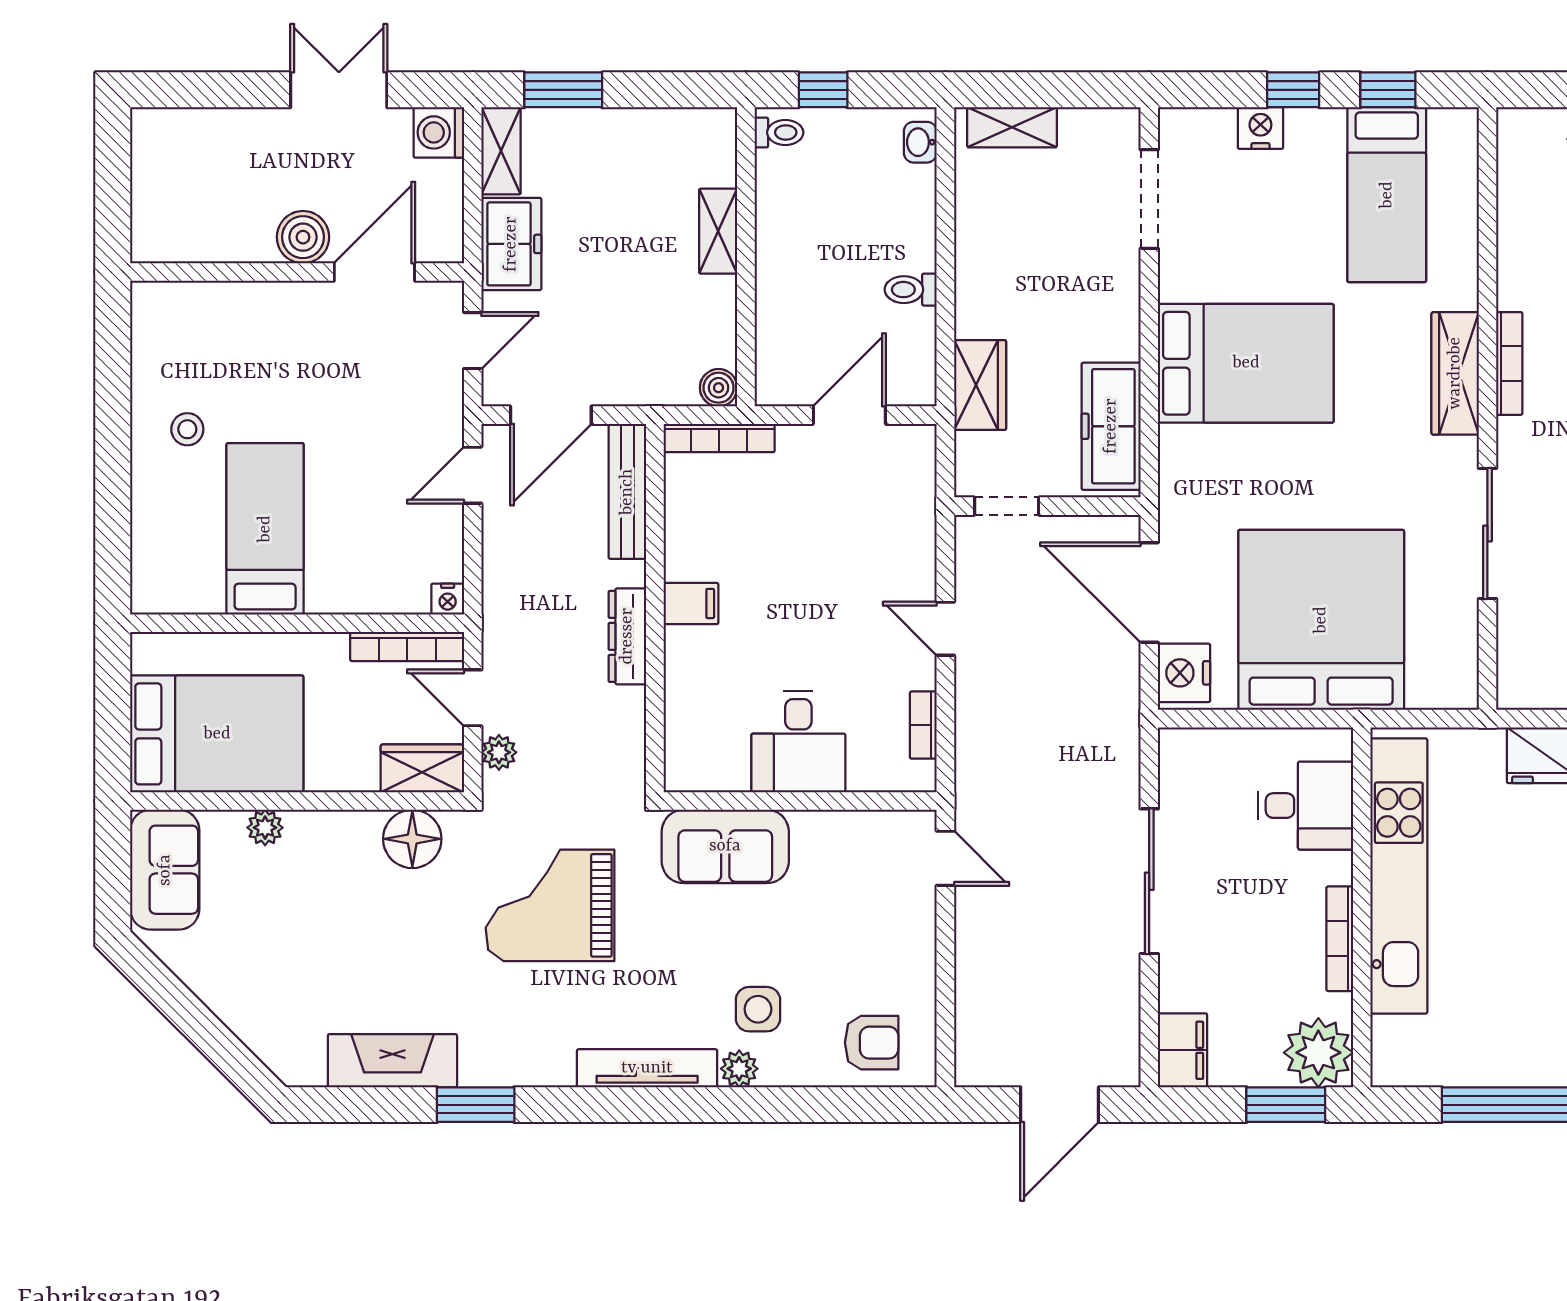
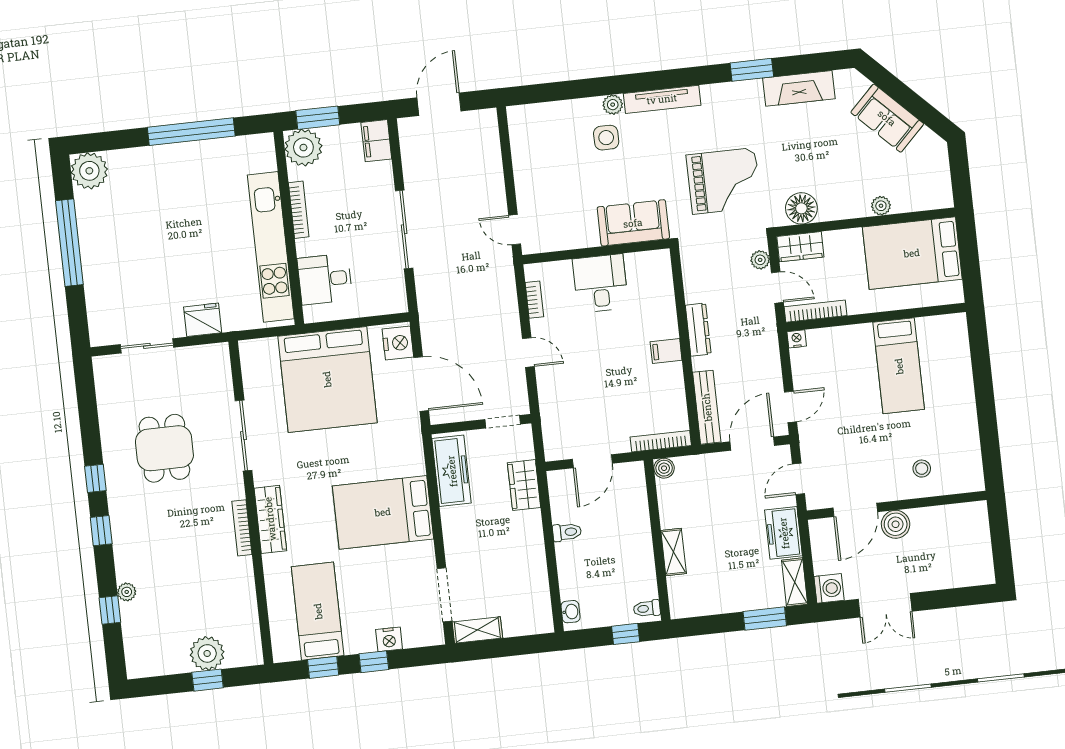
shelving: (1012, 127) -> (477, 630), moved
stool: (187, 429) -> (922, 469), moved
sofa: (165, 870) -> (887, 118), moved, turned -45
armchair: (872, 1043) -> (543, 126), removed

